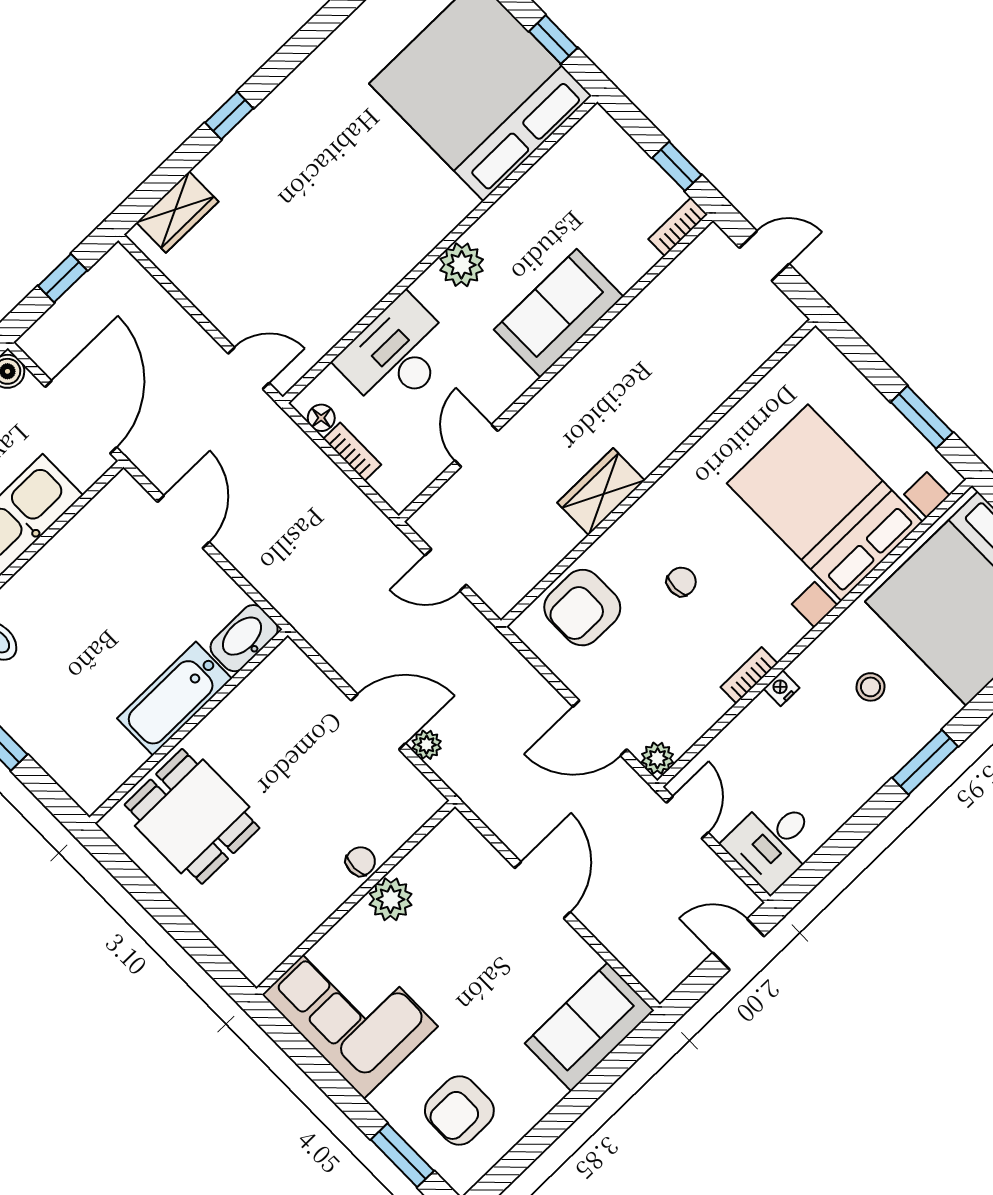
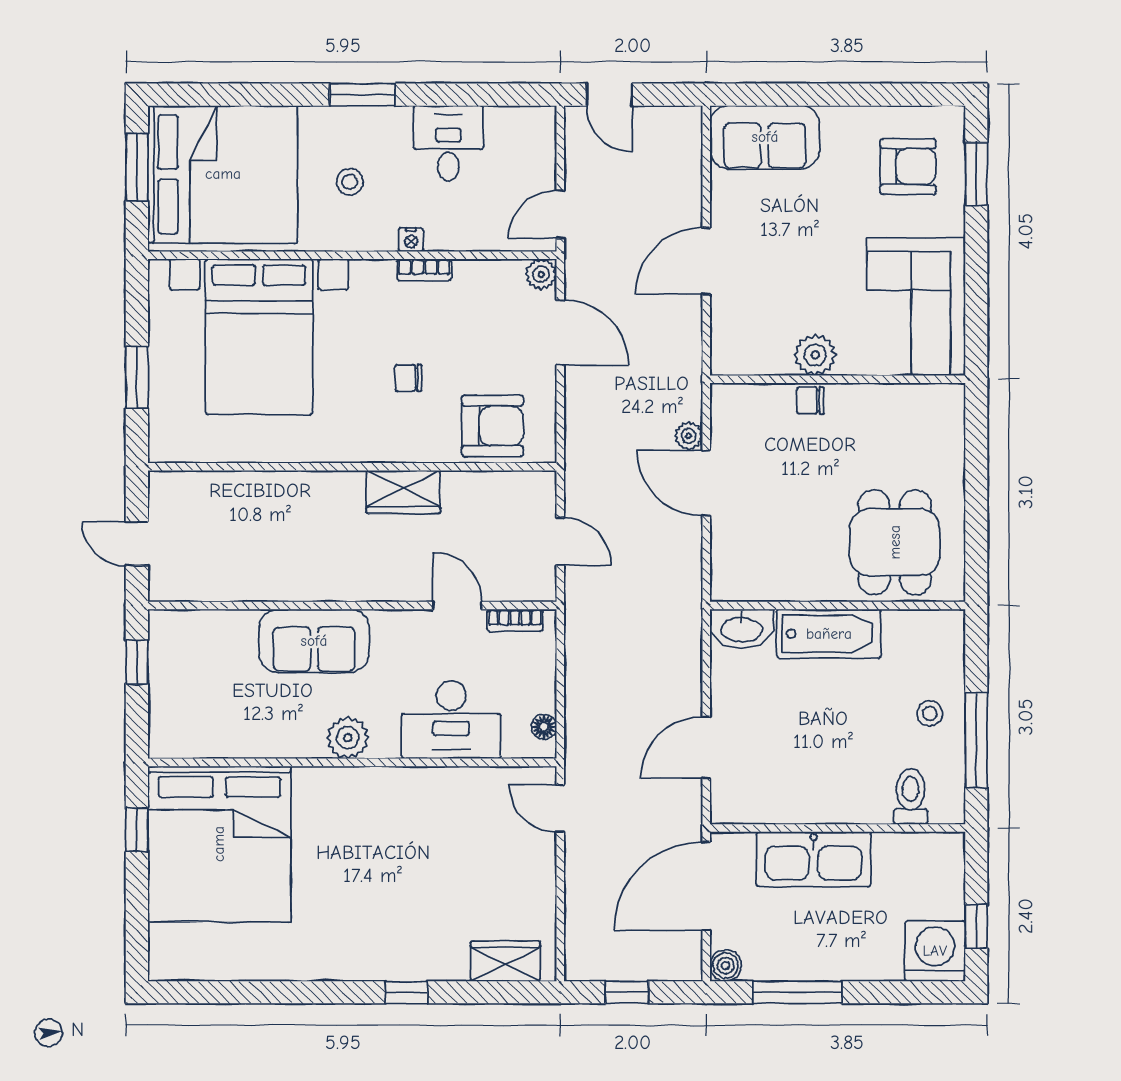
bookcase: (678, 227) -> (176, 620), removed
window: (922, 417) -> (137, 377), moved
door: (476, 446) -> (457, 605), swing flipped
bookcase: (352, 452) -> (515, 620), moved, turned -90
stool: (39, 713) -> (930, 714), added
desk: (773, 843) -> (448, 143), moved, turned -90

